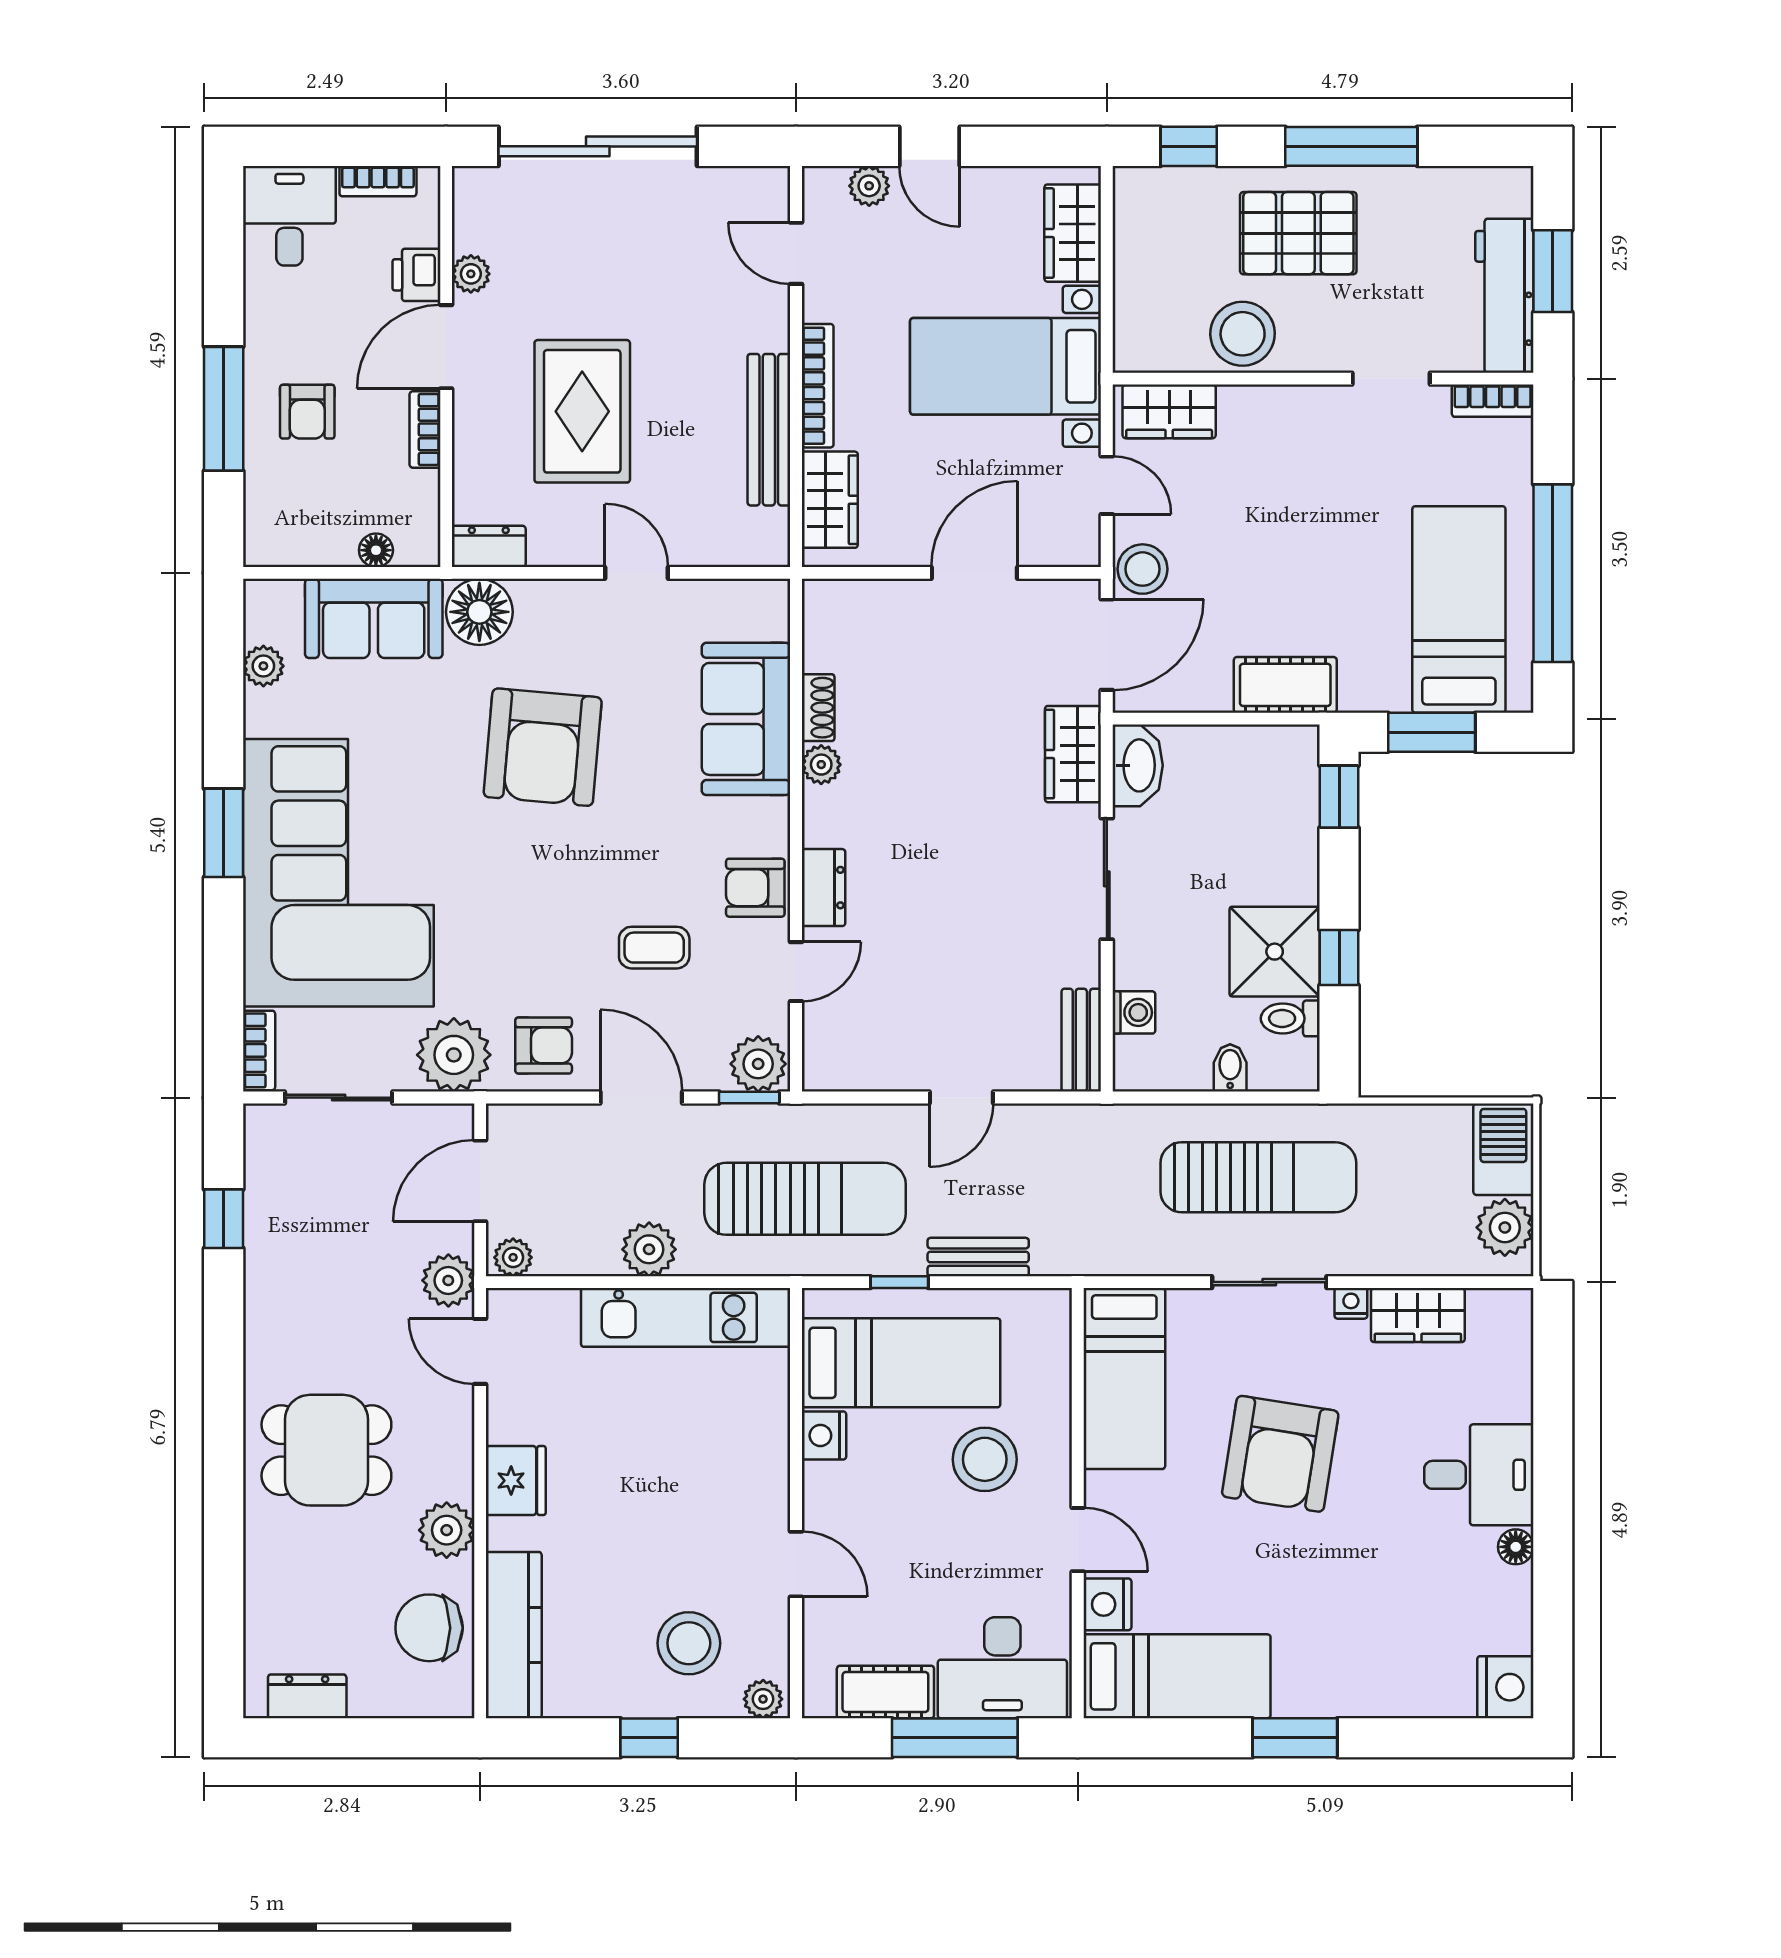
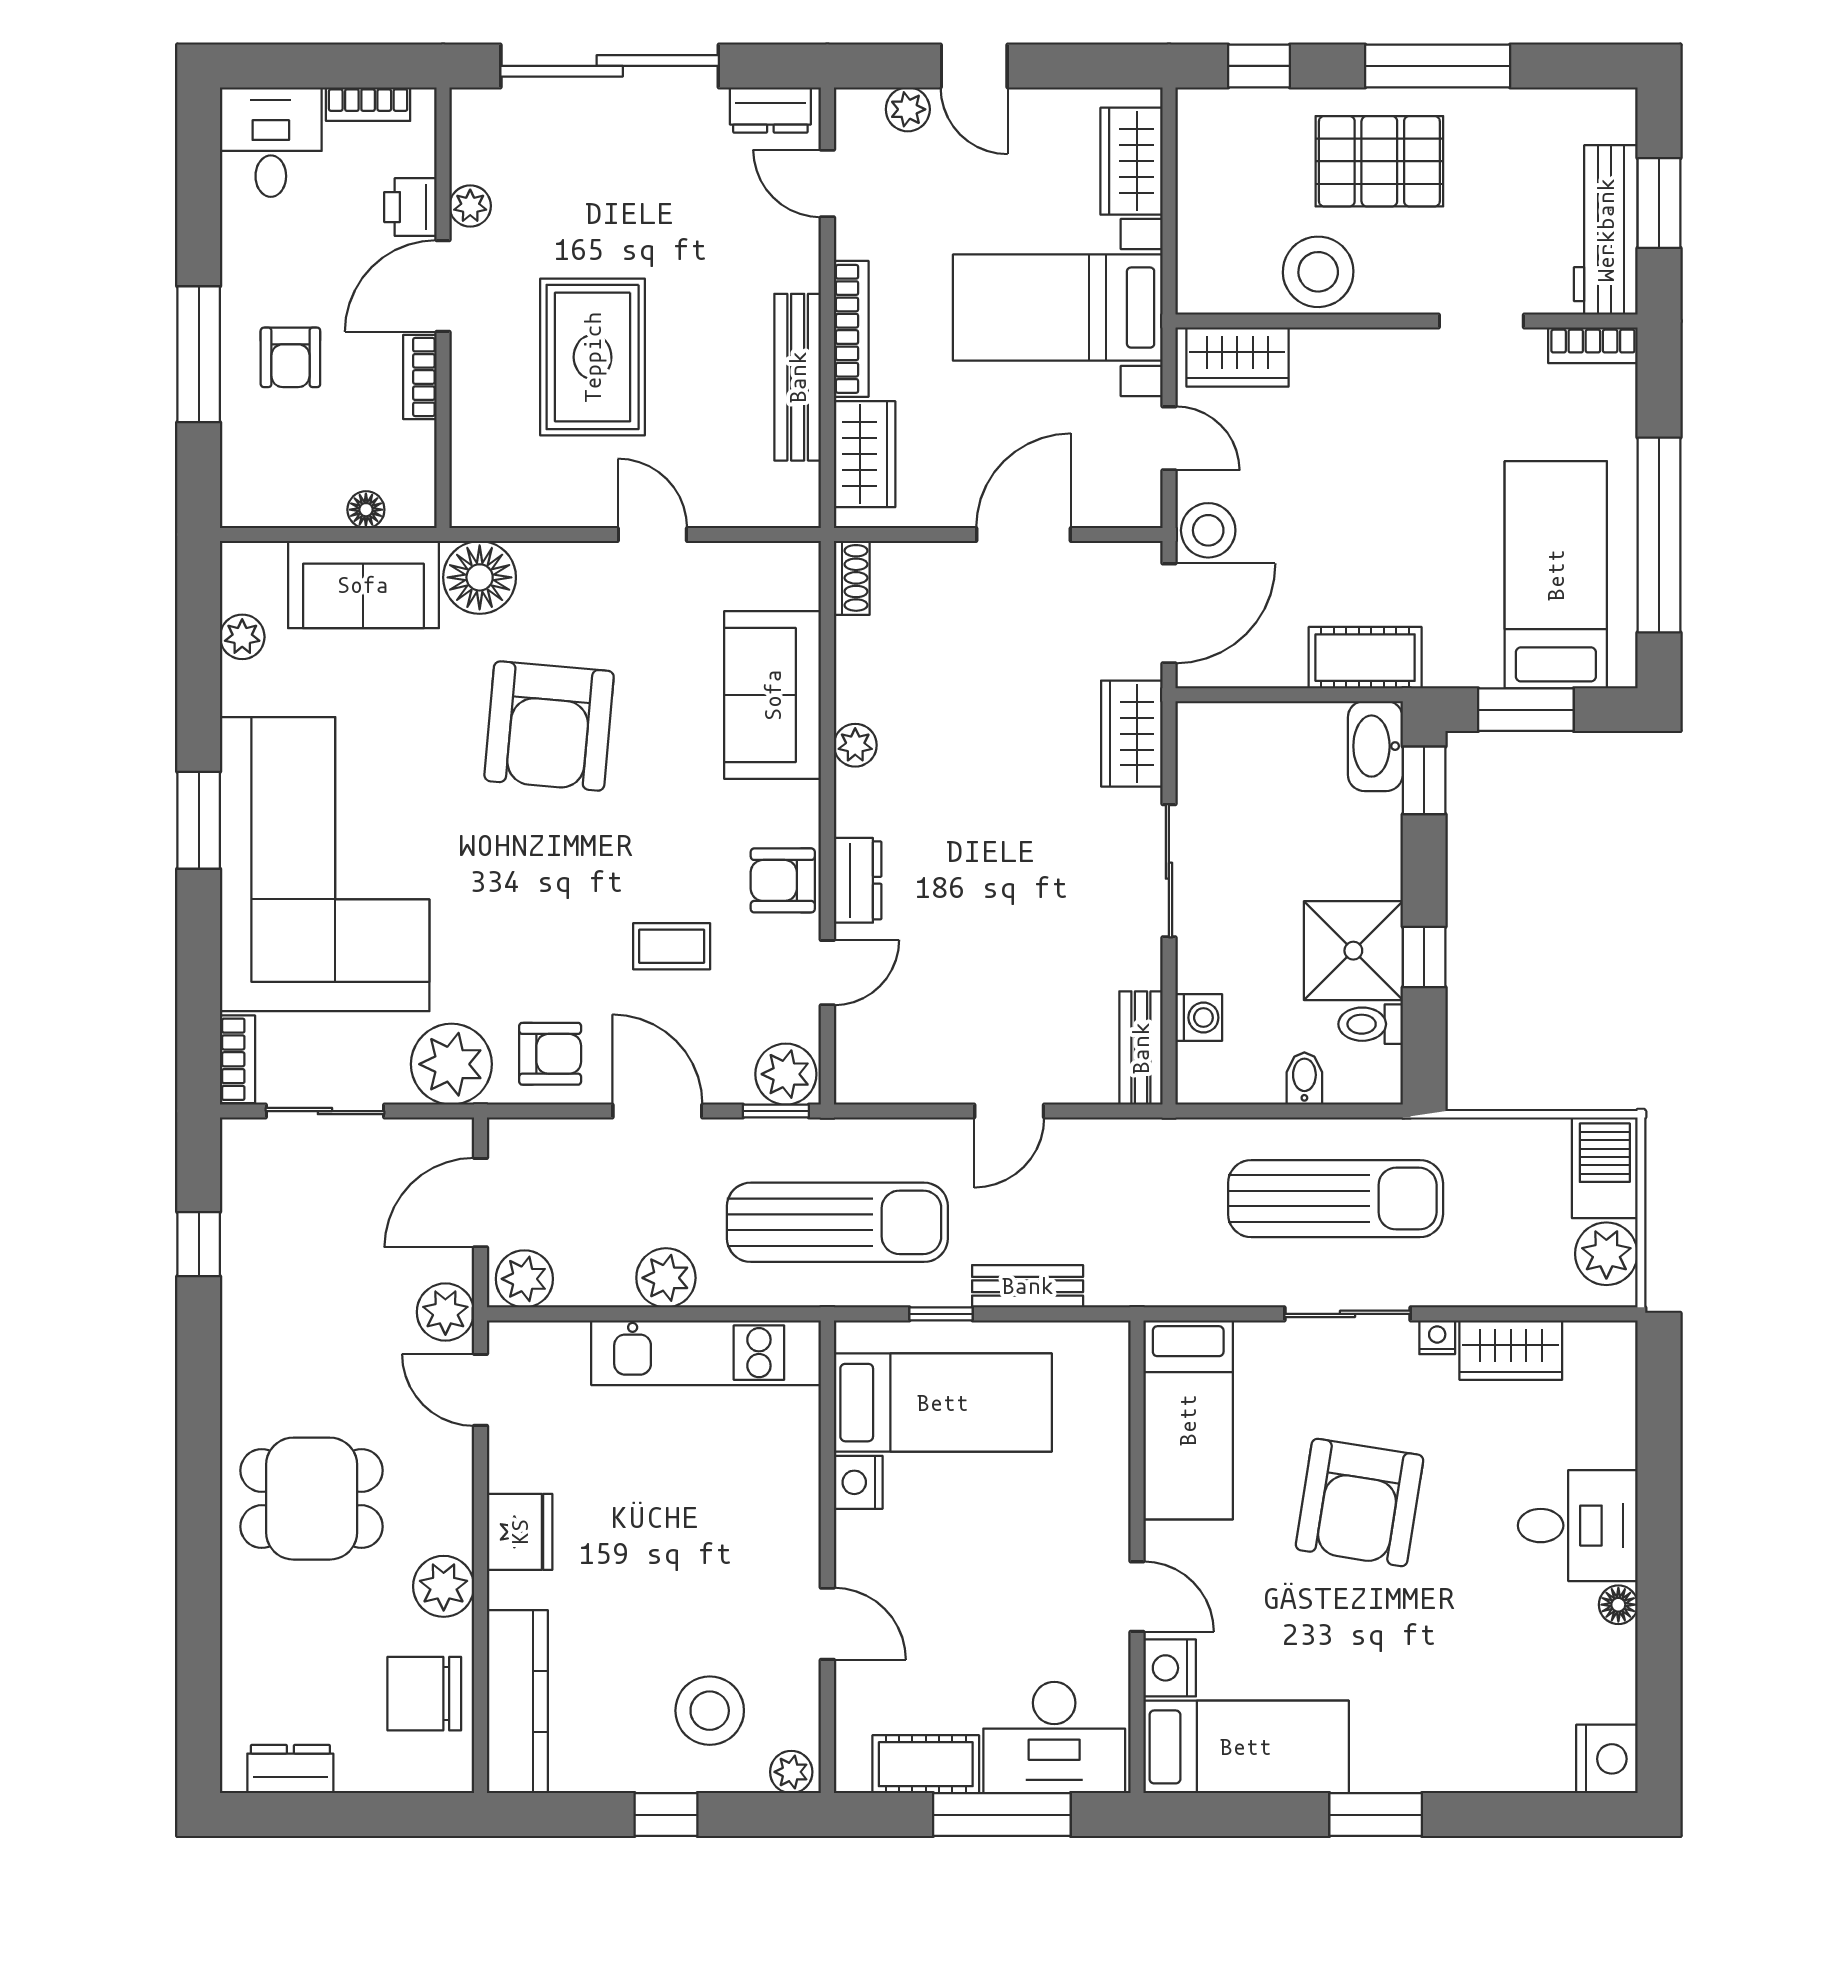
dresser: (489, 546) -> (770, 110), moved, turned 180
shoe rack: (818, 708) -> (852, 578), moved
washbasin: (1138, 765) -> (1375, 746), moved, turned 180
plant: (513, 1257) -> (524, 1279), width x1.38, depth x1.38
stool: (985, 1459) -> (1035, 1509), removed

